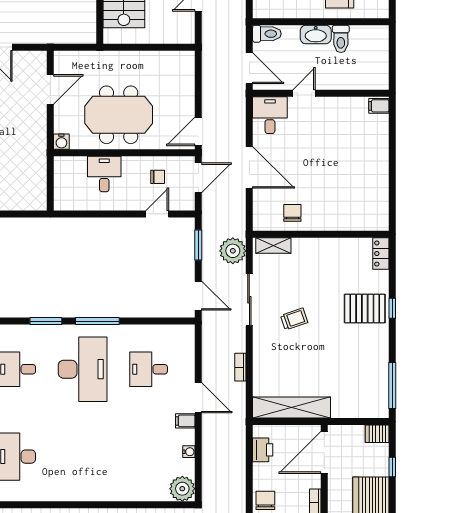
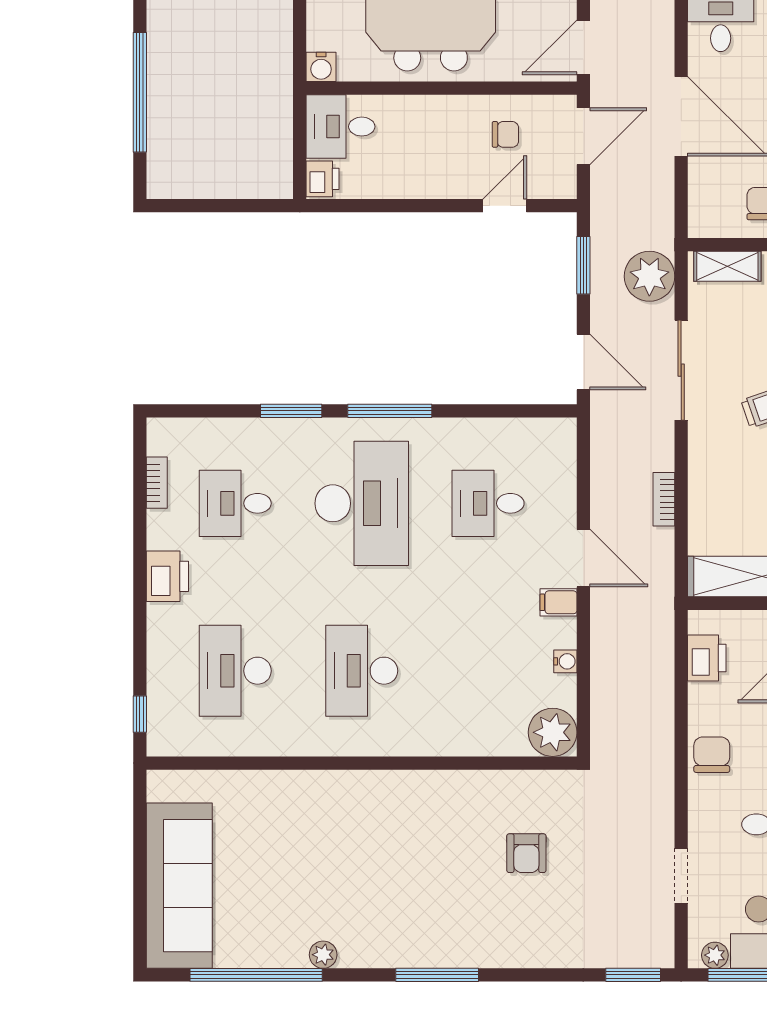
desk: (104, 174) -> (341, 127), moved, turned -90
printer: (62, 200) -> (323, 179), added
desk: (83, 457) -> (362, 671), added

